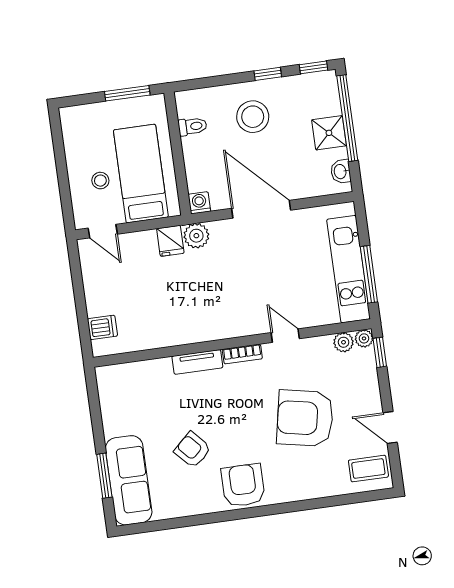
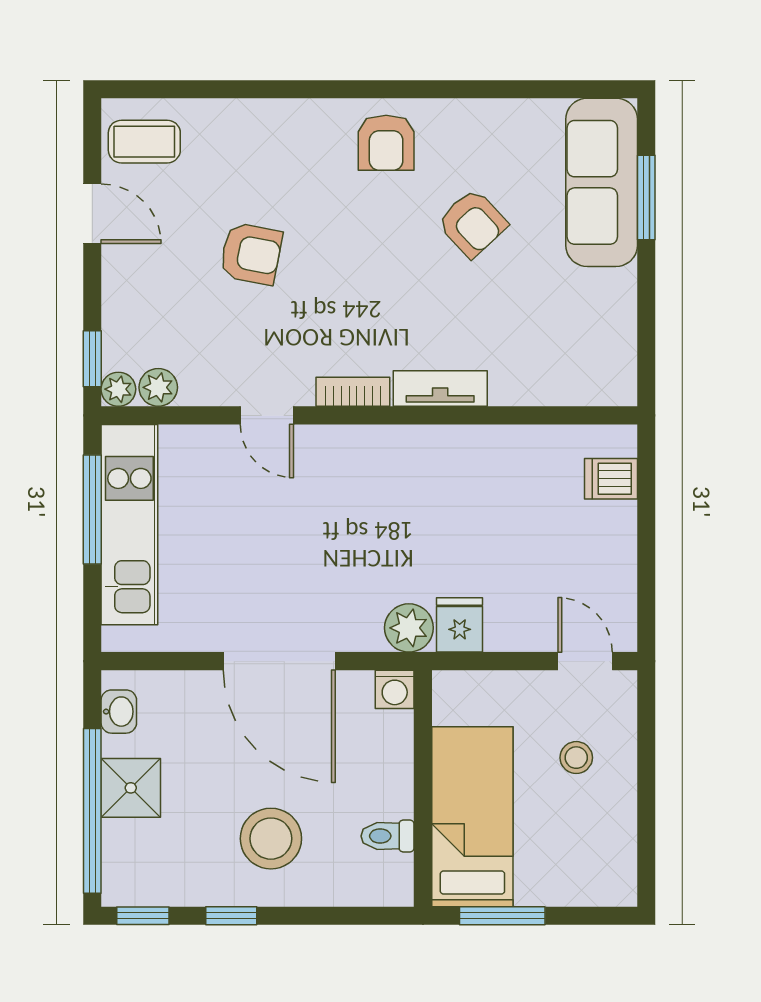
bed: (141, 174) -> (472, 817), moved, turned 180
armchair: (305, 418) -> (251, 254), width x0.53, depth x0.53
armchair: (243, 485) -> (386, 143), width x0.72, depth x0.72

